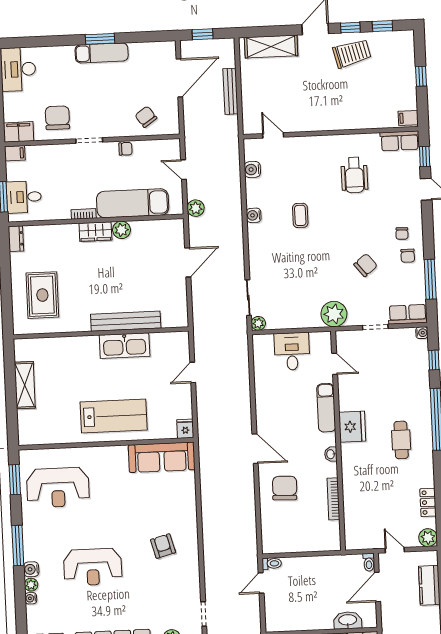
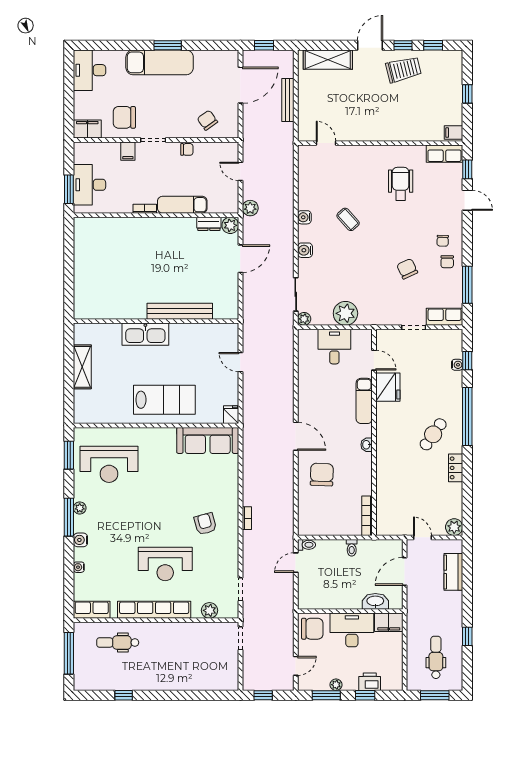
exam couch: (102, 53) -> (160, 62), width x1.36, depth x1.45
chair: (57, 118) -> (124, 117), turned -90
filing cabinet: (15, 153) -> (128, 151), moved, turned 90
water cooler: (252, 170) -> (305, 250), moved
wheelchair: (354, 175) -> (401, 184), turned 180
desk: (24, 197) -> (90, 185), width x1.37
exam couch: (133, 203) -> (182, 205), width x0.73, depth x0.69
coffee table: (300, 215) -> (348, 219), turned -42
plant: (121, 230) -> (230, 225), moved
wardrobe: (95, 232) -> (155, 226), removed
dresser: (16, 239) -> (209, 224), moved, turned 90
chair: (366, 265) -> (407, 269), turned -76
rug: (42, 295) -> (103, 283), removed
plant: (334, 314) -> (345, 313), moved
water cooler: (422, 333) -> (457, 365), moved
kitchen sink: (125, 346) -> (145, 334), moved
door: (193, 372) -> (240, 362), hinge flipped
fridge: (352, 427) -> (388, 387), moved
cafe table: (401, 440) -> (433, 434), turned 35
bookcase: (333, 499) -> (367, 516), moved
locker: (428, 502) -> (456, 468), moved
bookcase: (207, 538) -> (247, 518), added
toilet: (369, 562) -> (352, 548), moved
reception desk: (93, 567) -> (165, 564), moved
plant: (31, 585) -> (80, 508), moved

